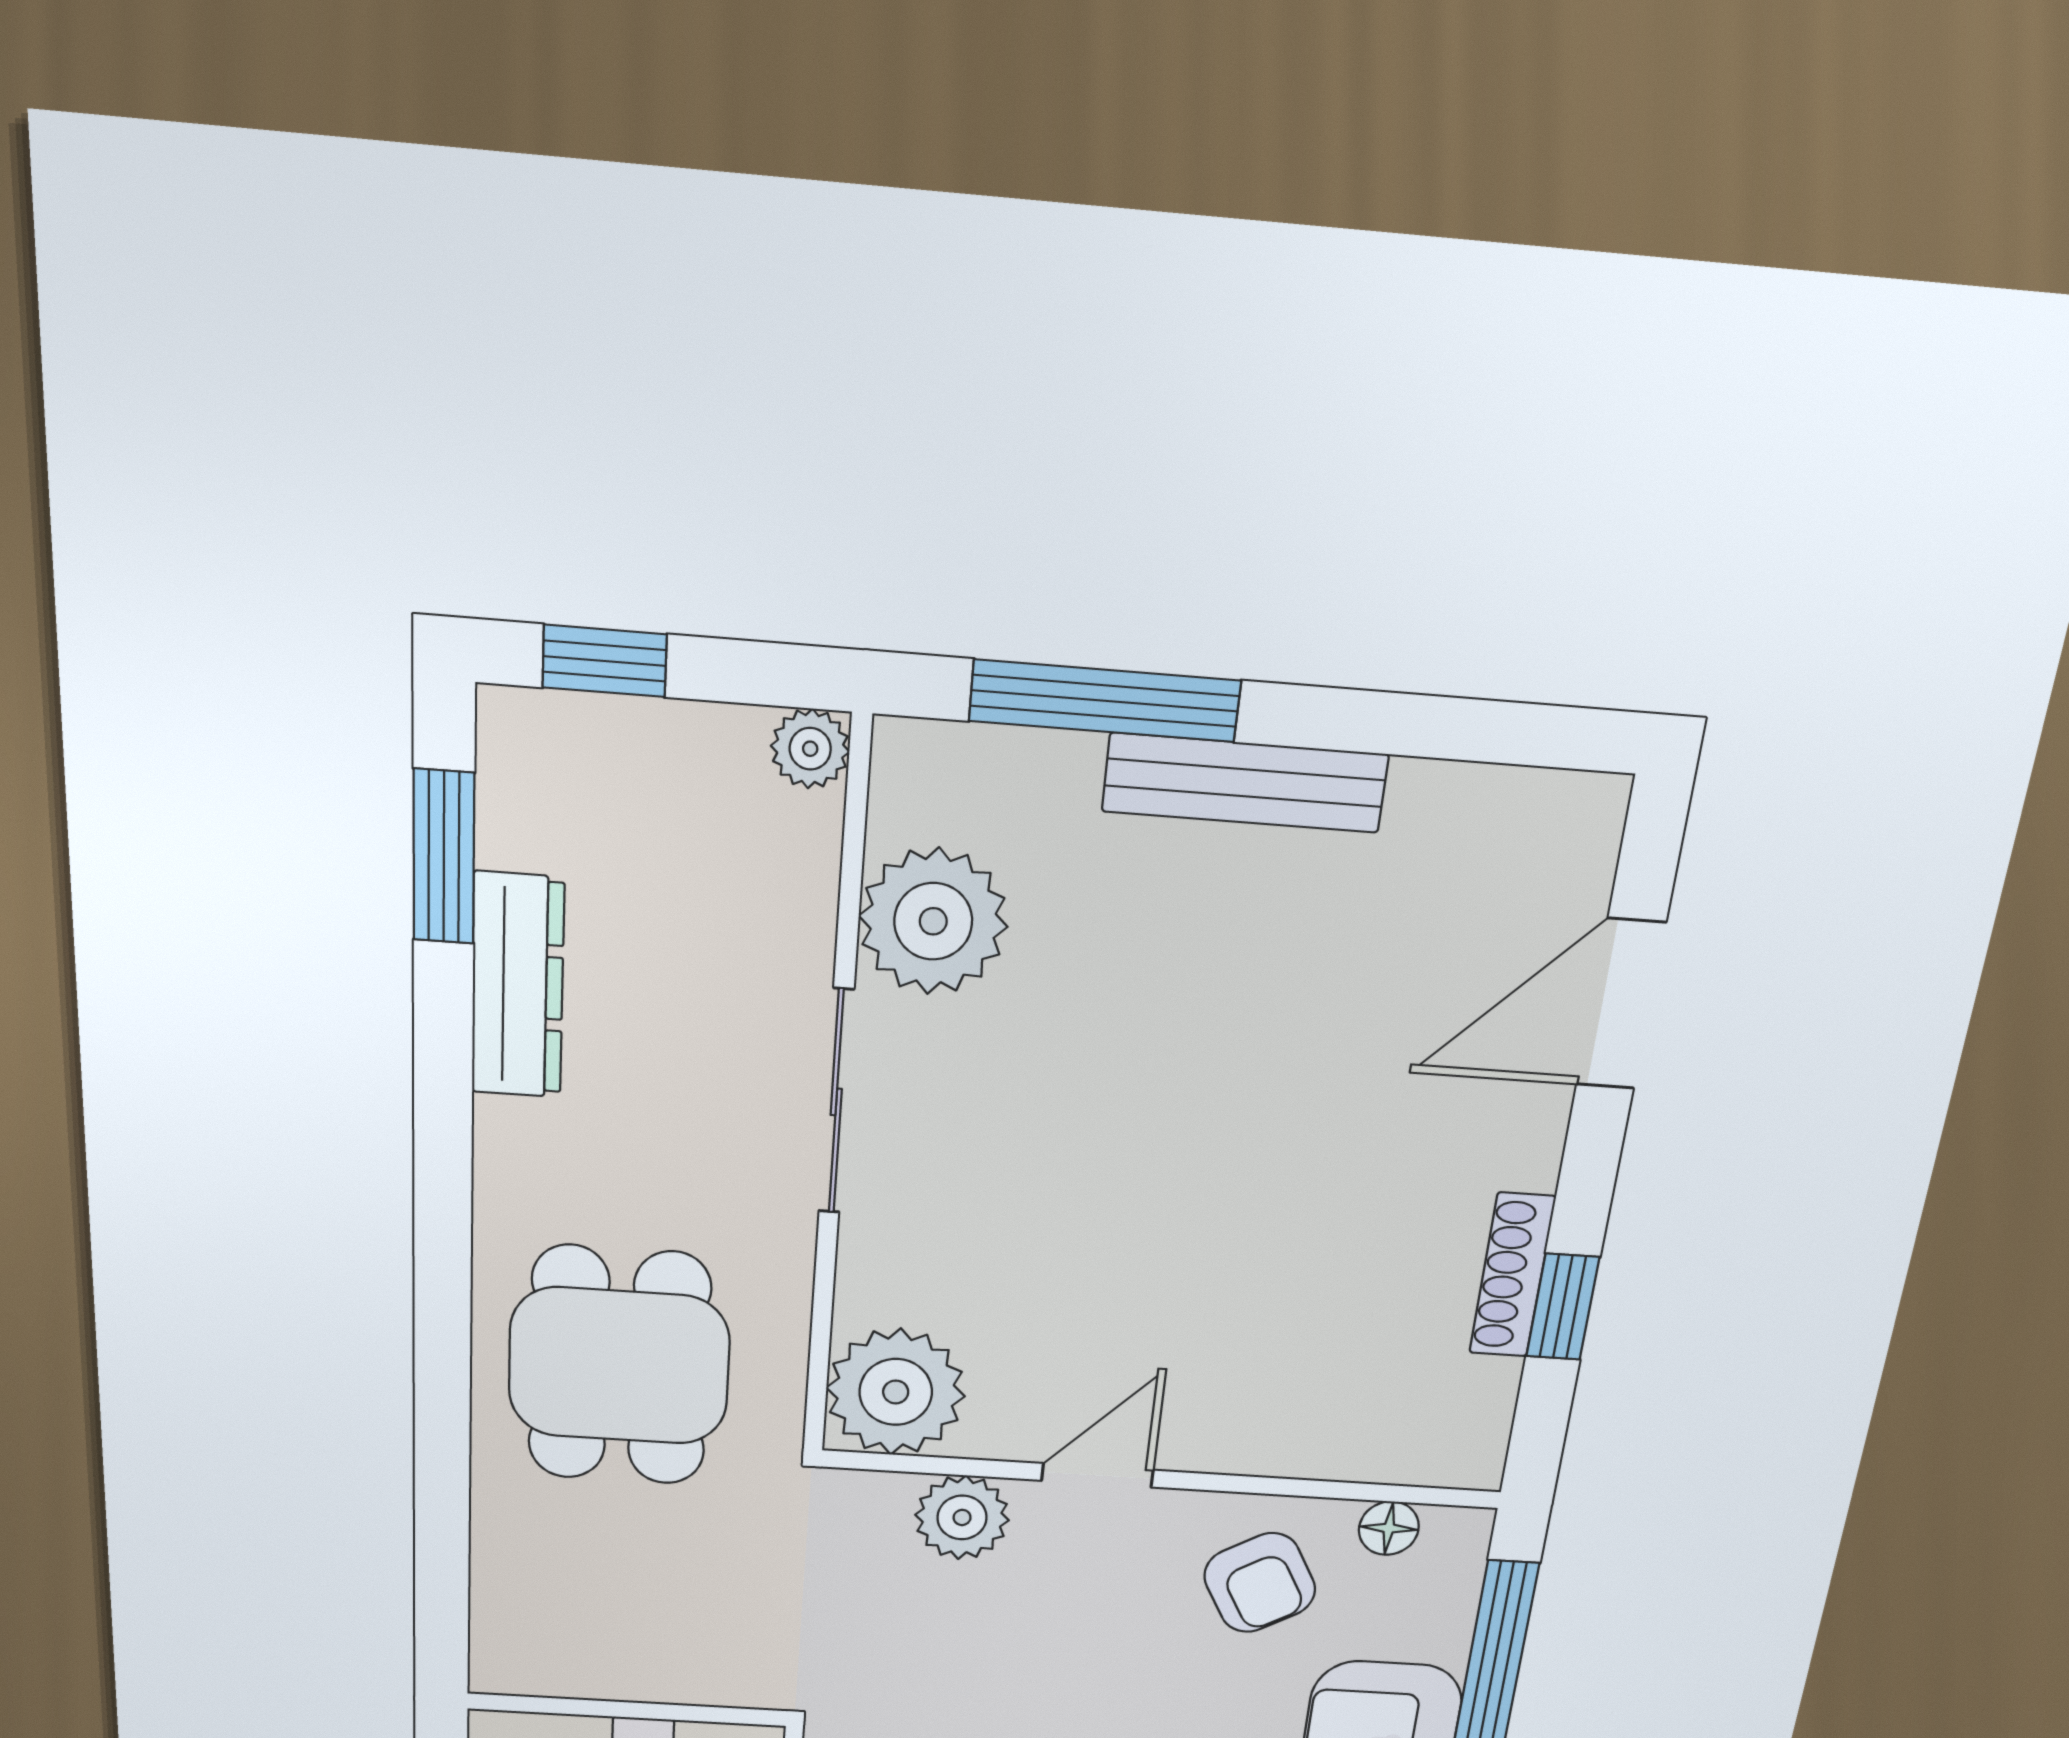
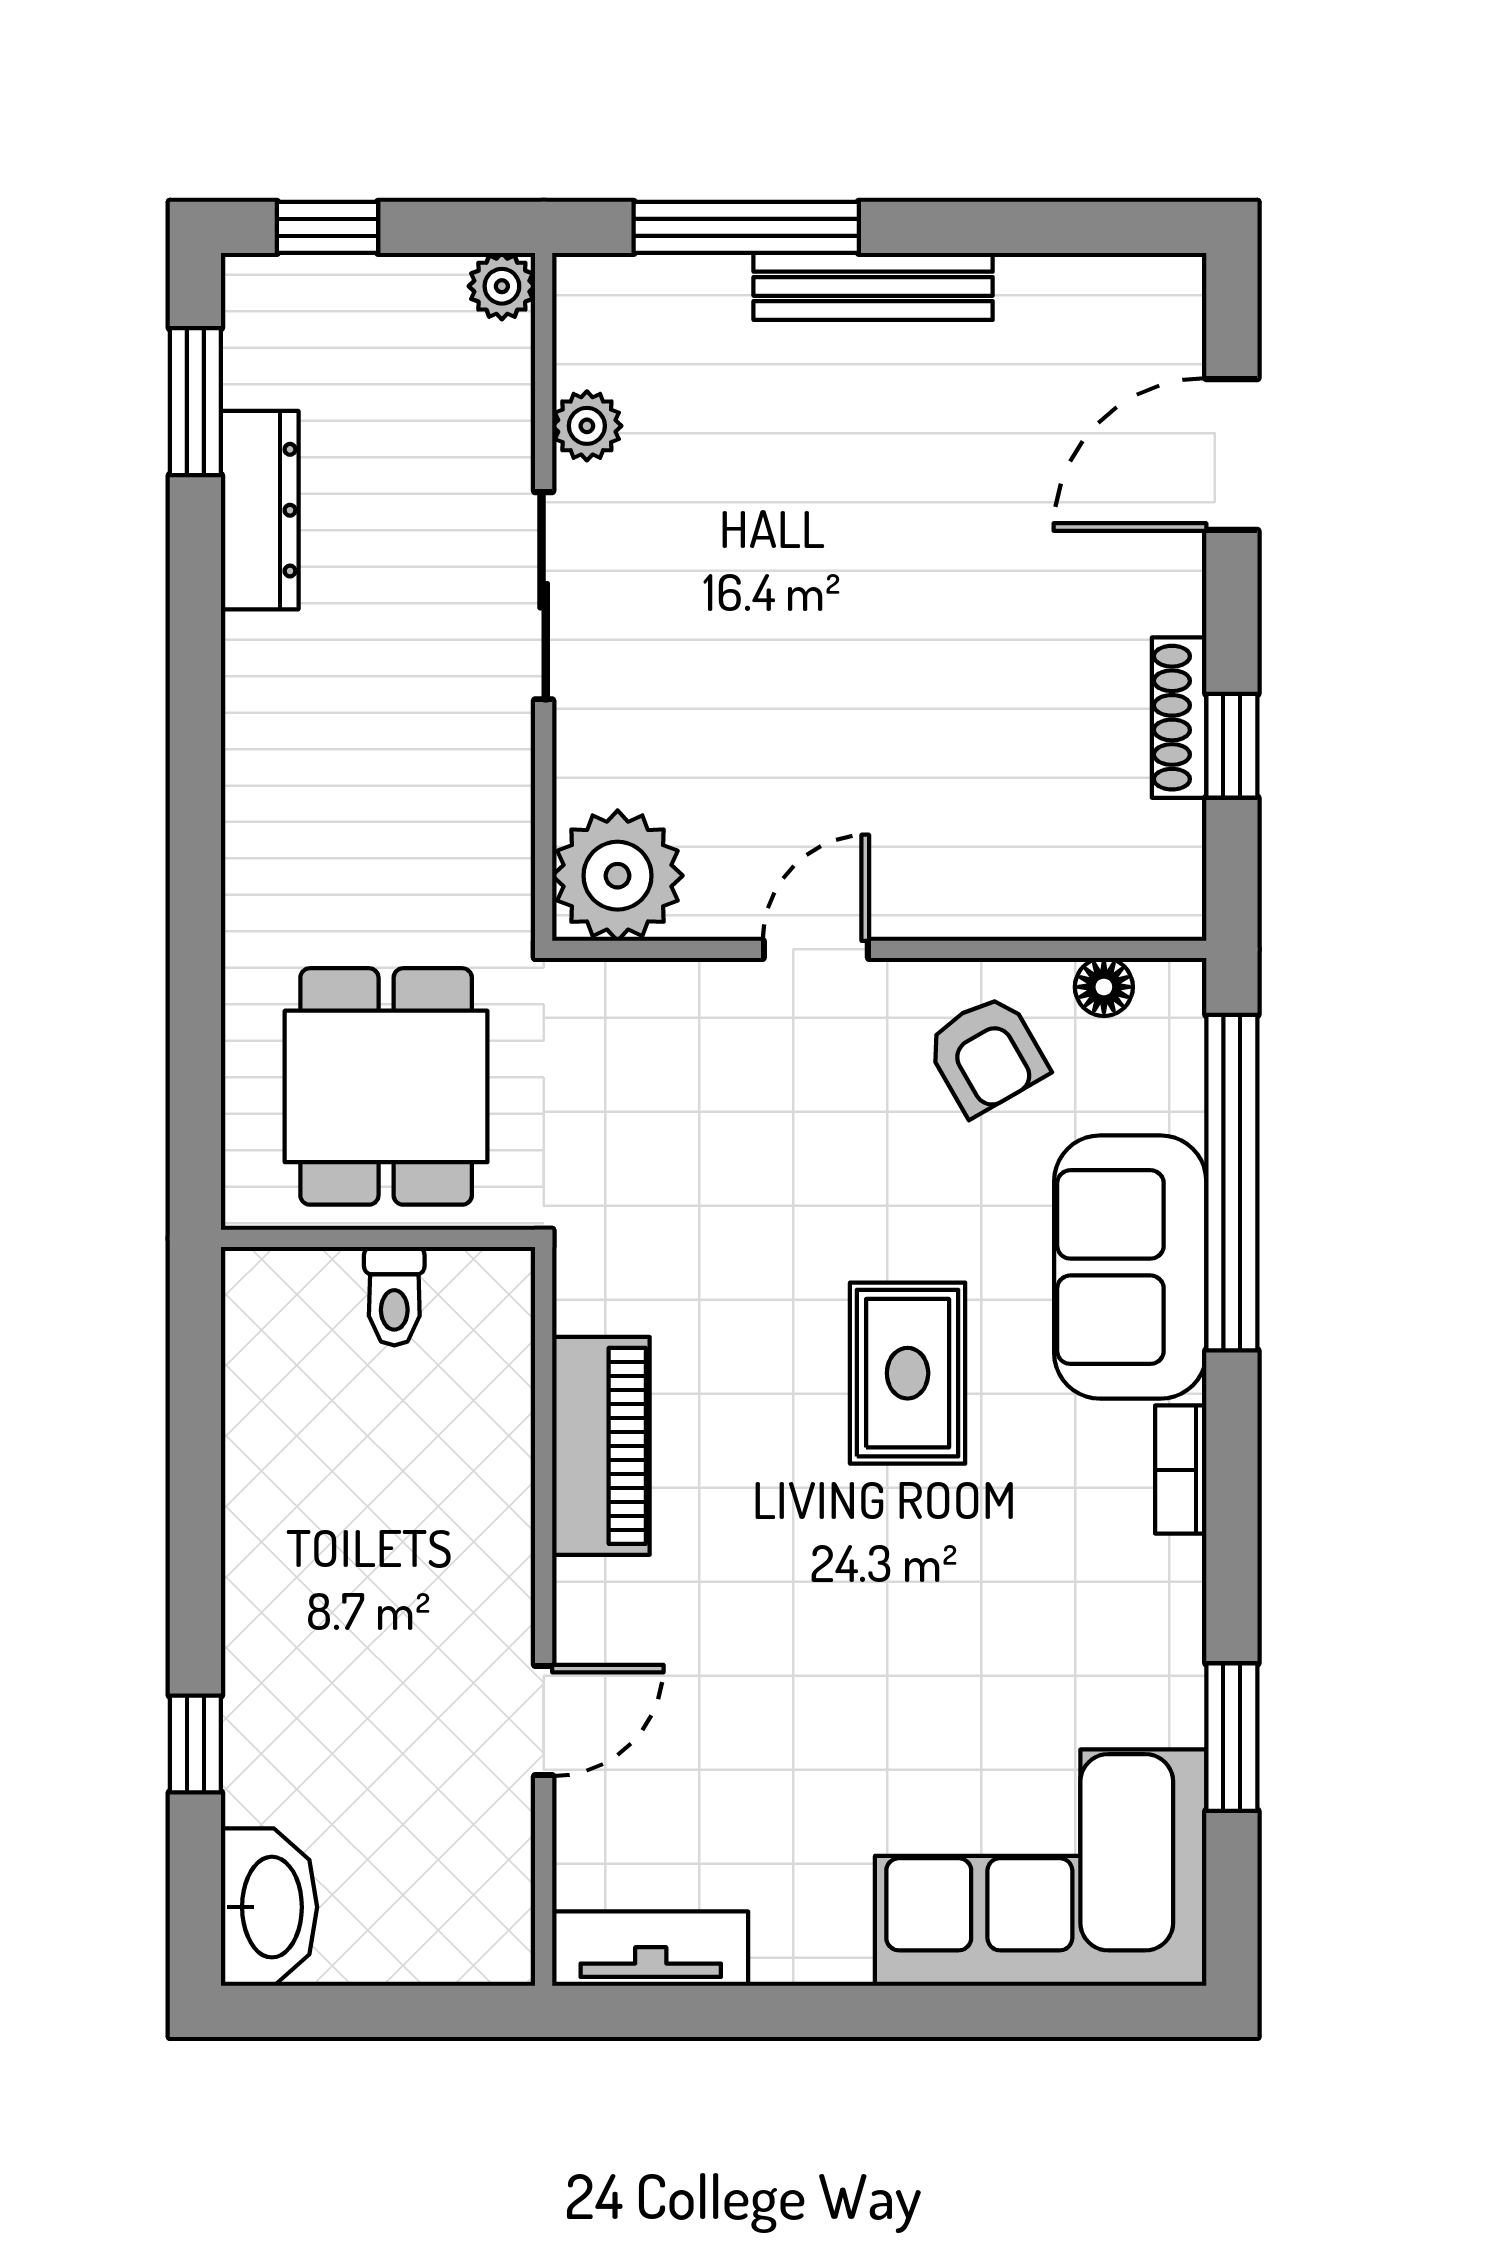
plant: (933, 921) -> (587, 426), width x0.53, depth x0.53
dining table: (619, 1366) -> (386, 1086), moved
plant: (962, 1517) -> (691, 1003), removed

